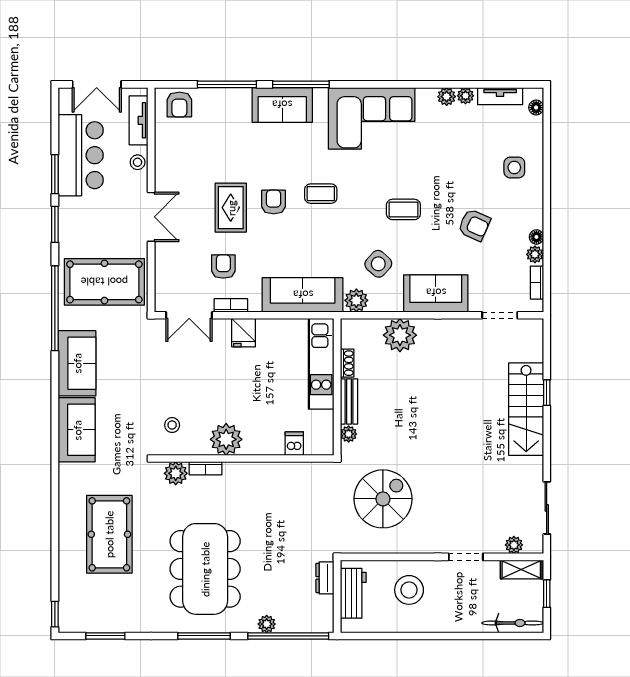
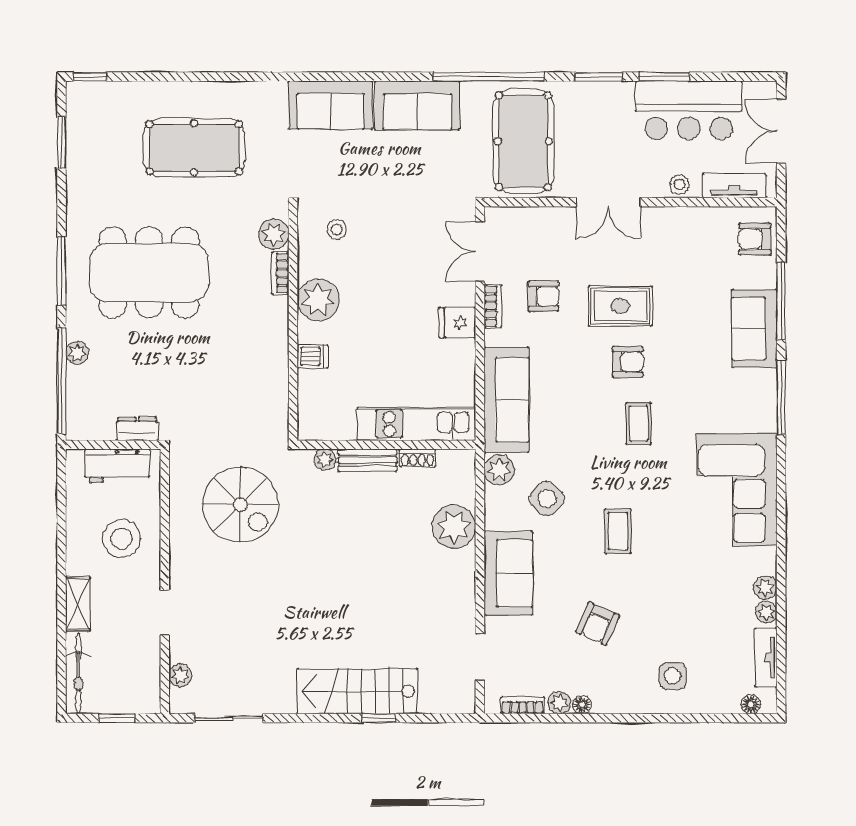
sofa: (282, 105) -> (754, 328), moved
dishwasher: (294, 444) -> (313, 356), moved
shelving: (521, 569) -> (78, 604), moved

